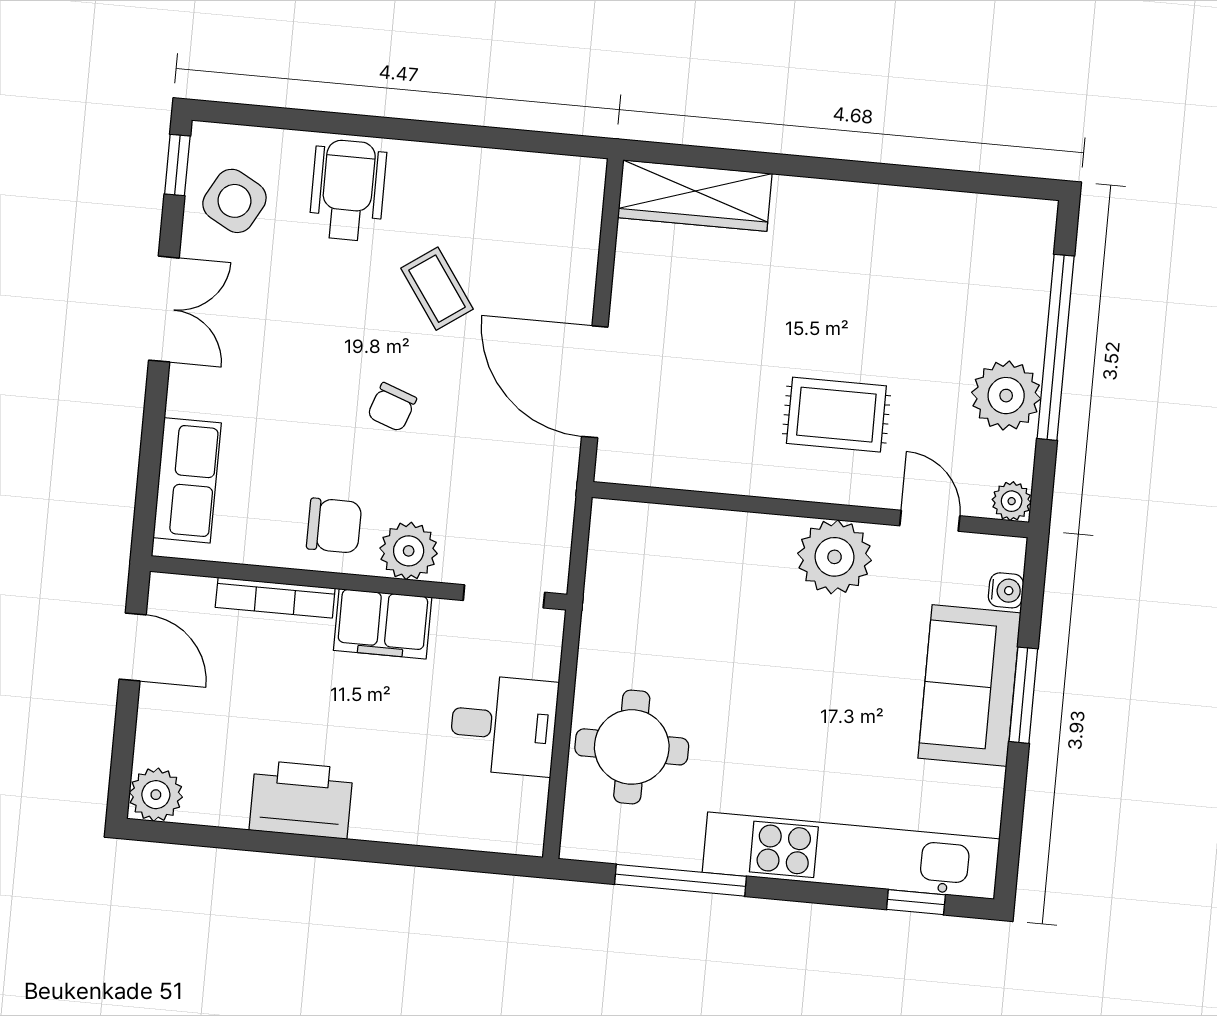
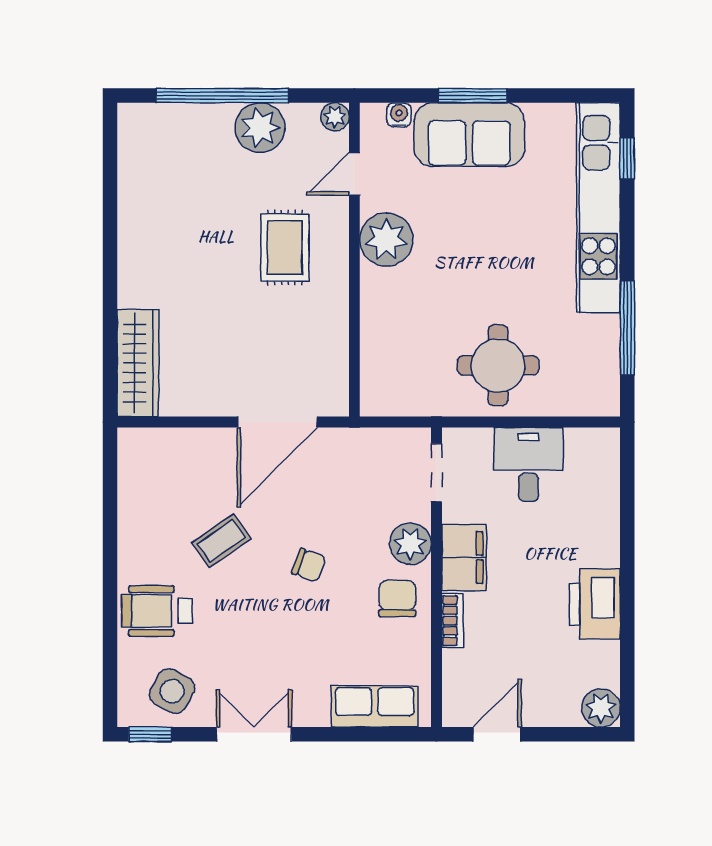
bookcase: (275, 598) -> (453, 621), width x0.64
round table: (632, 747) -> (498, 365), moved

